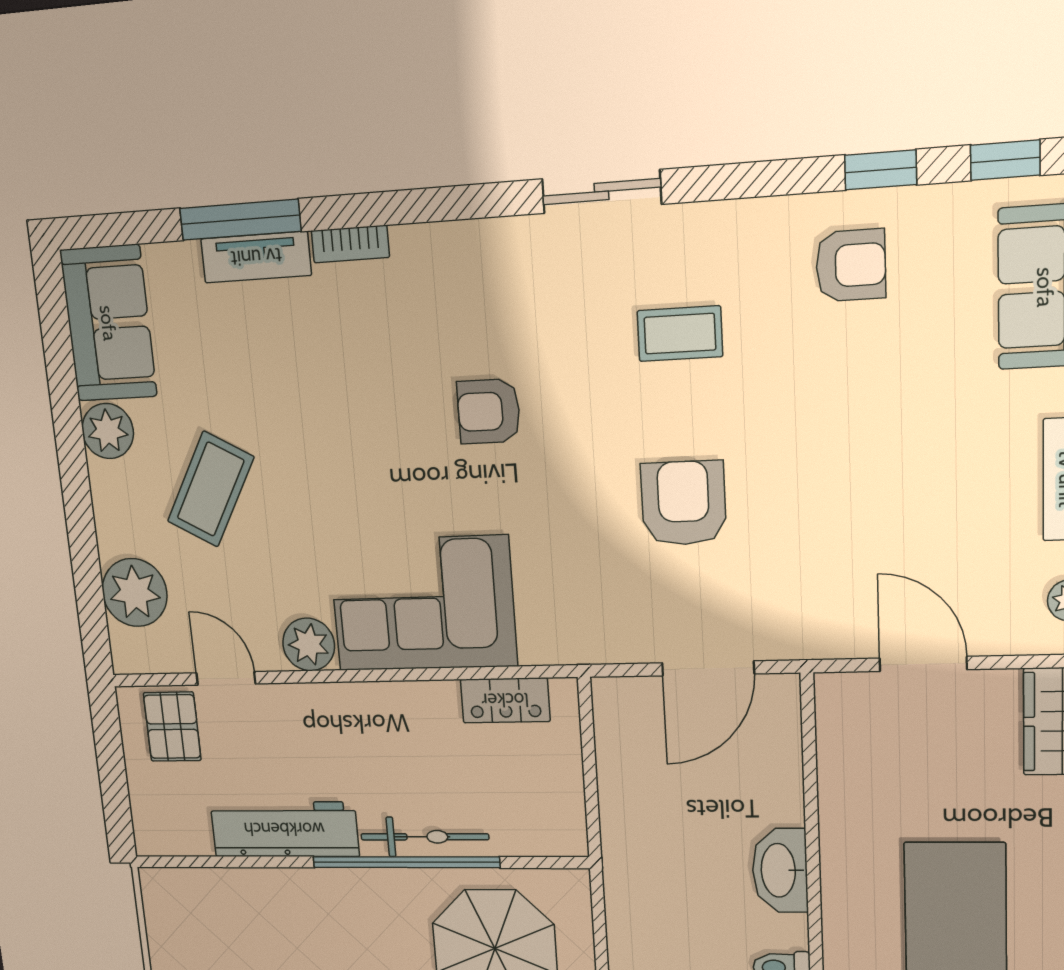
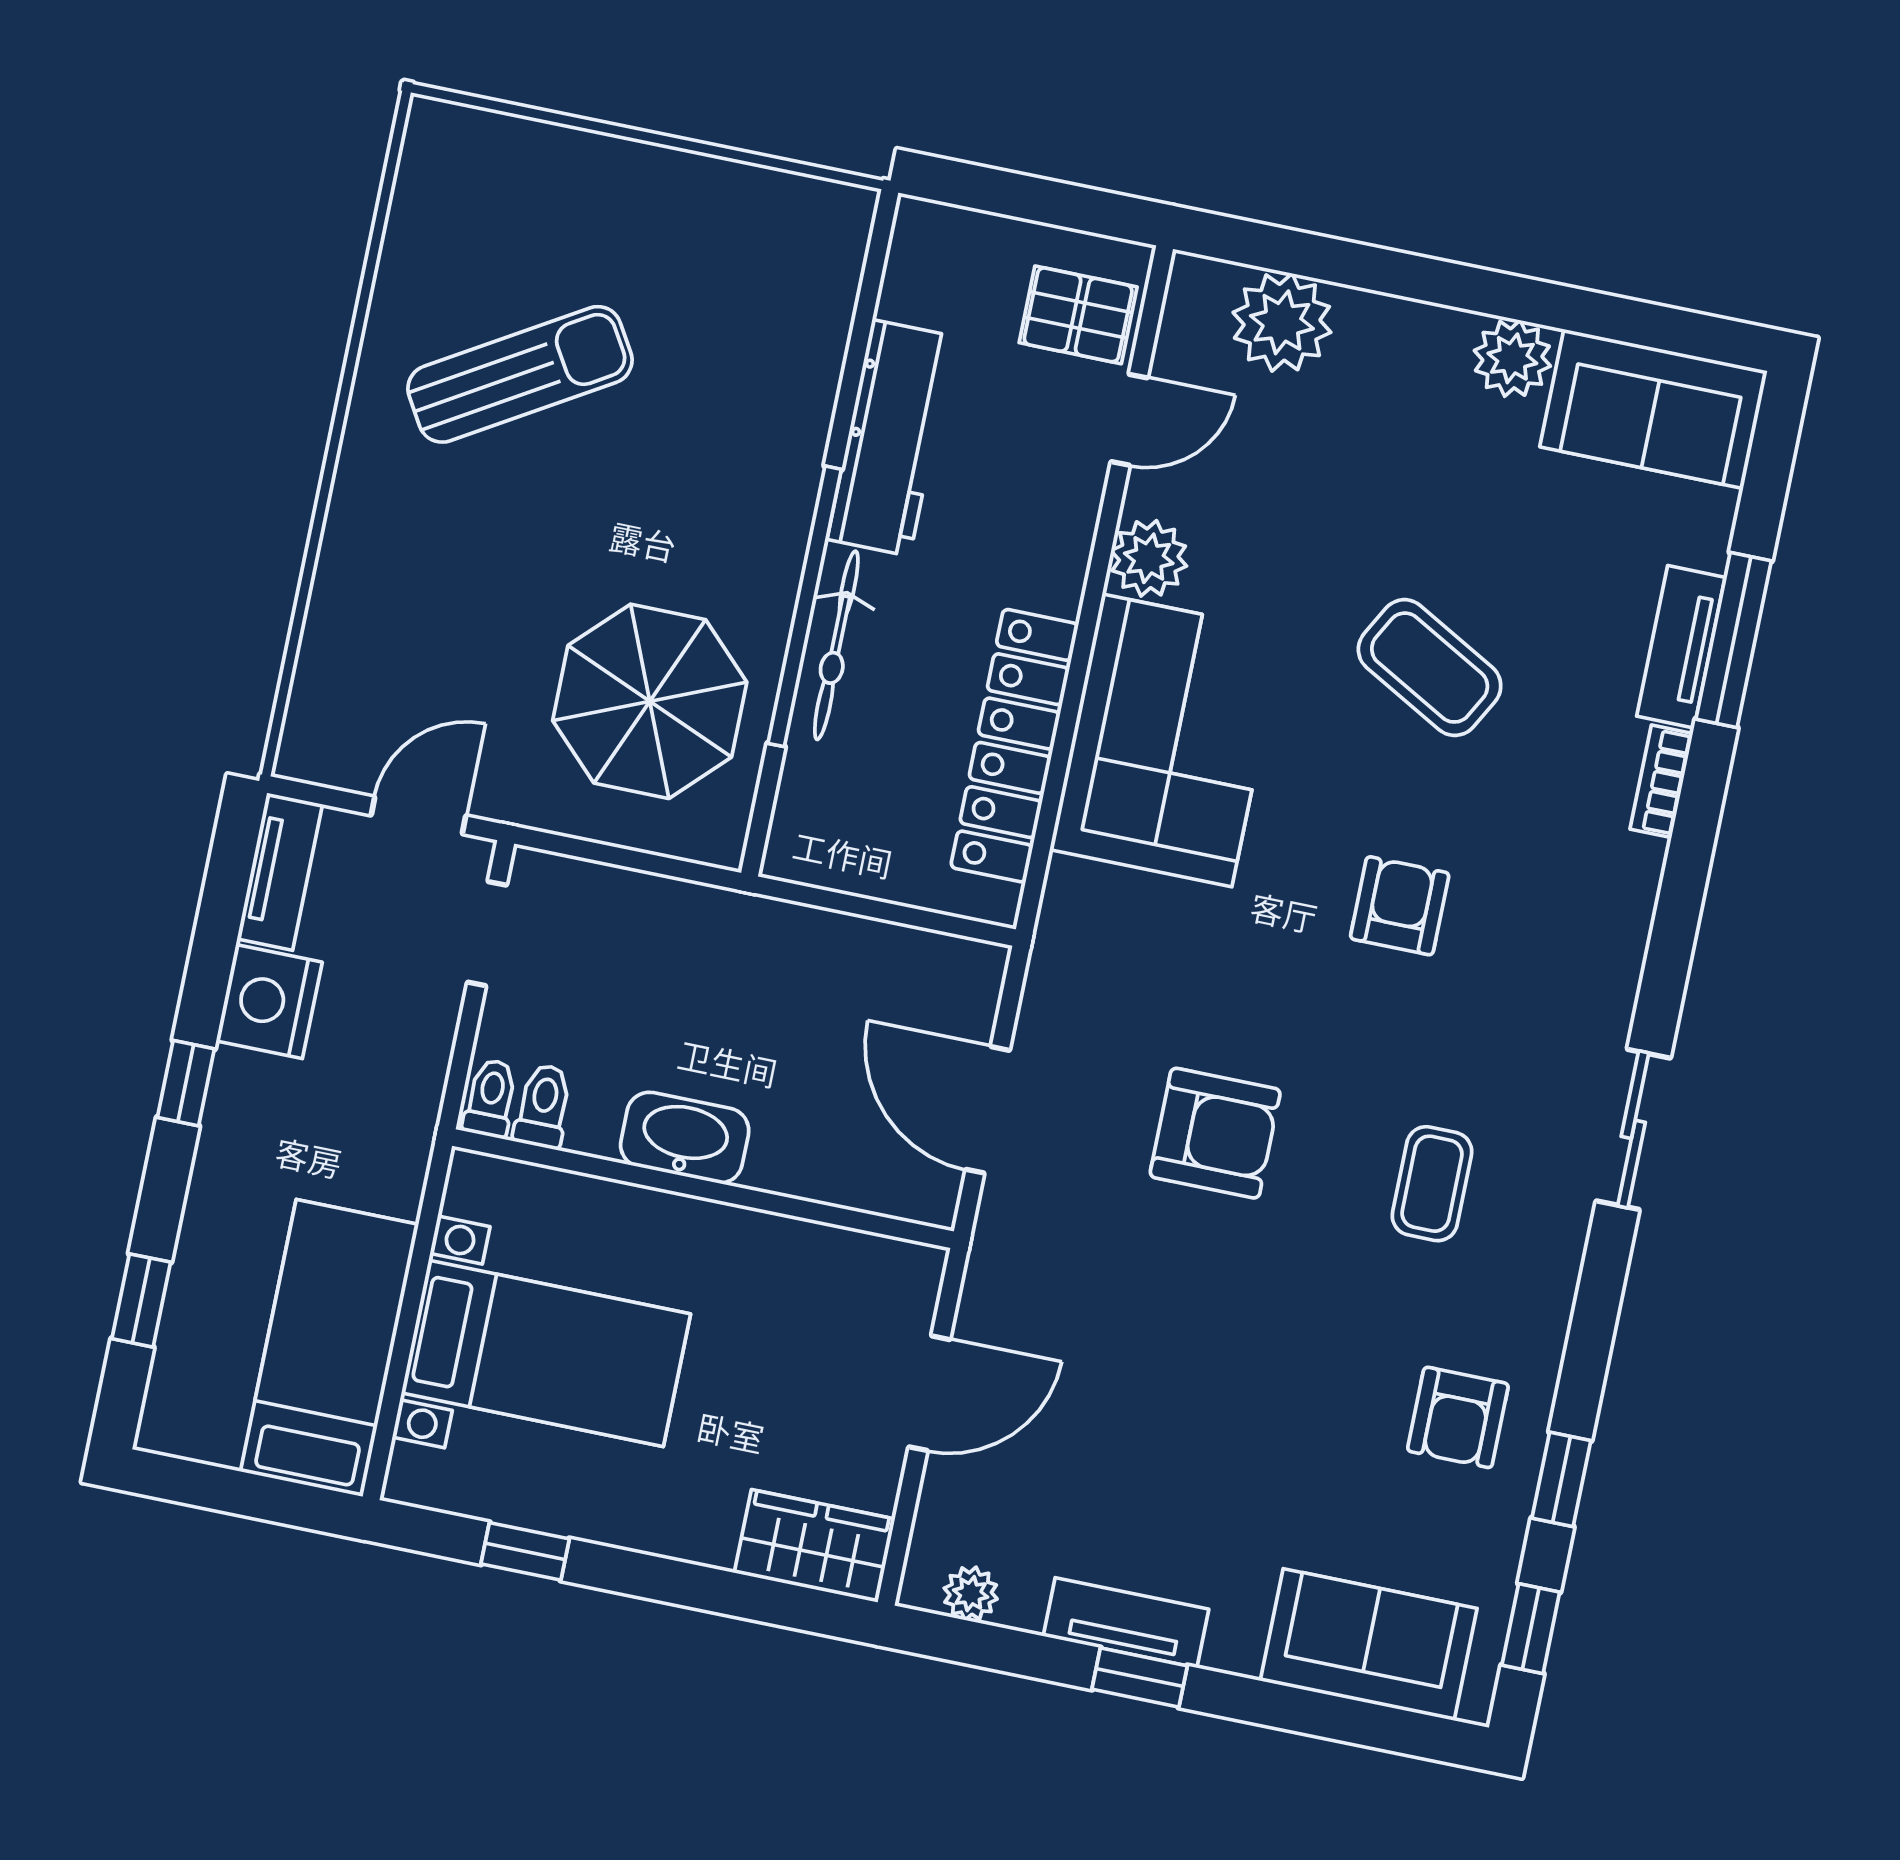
coffee table: (211, 489) -> (1430, 668), moved
locker: (505, 700) -> (1014, 746), width x2.16, depth x1.21

